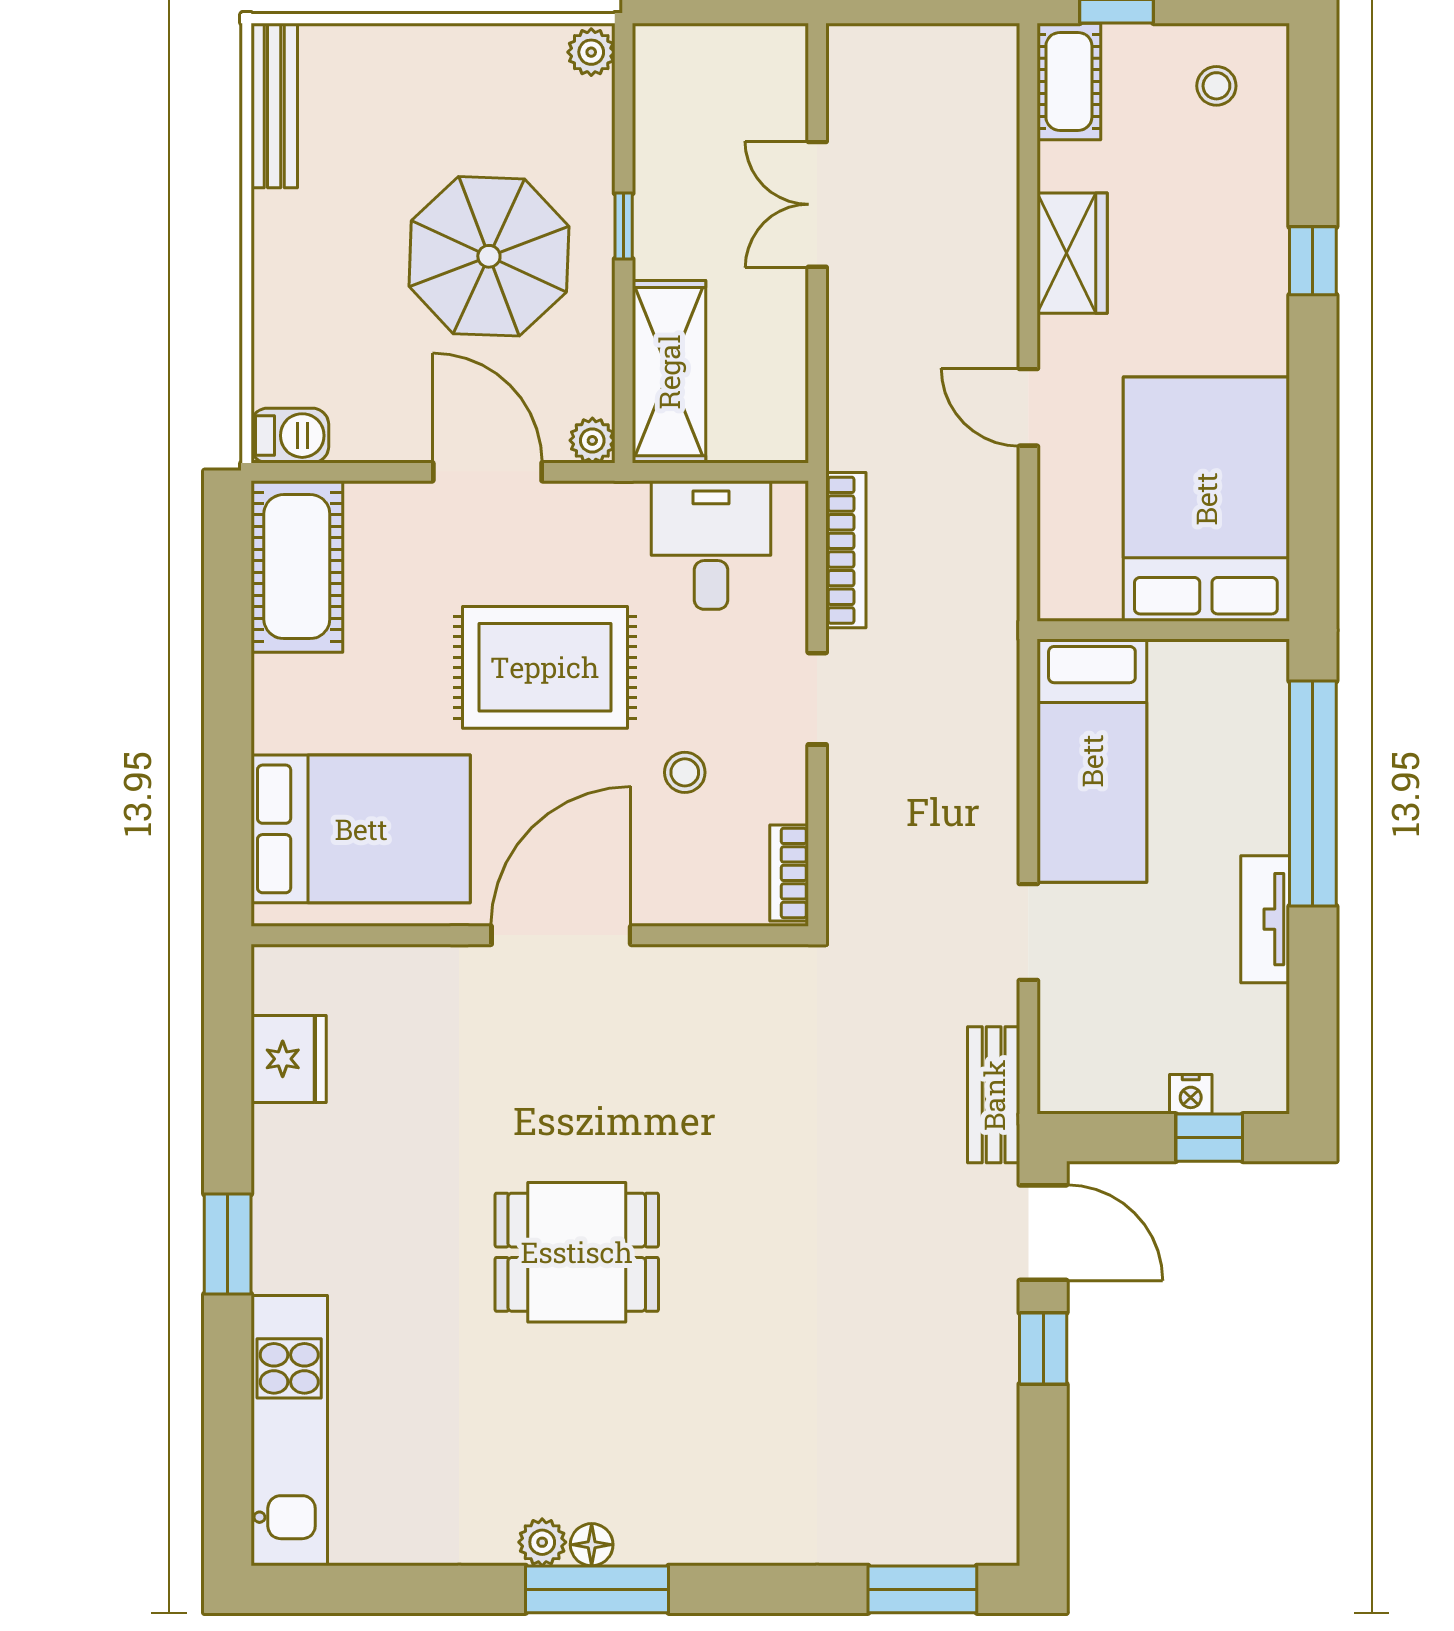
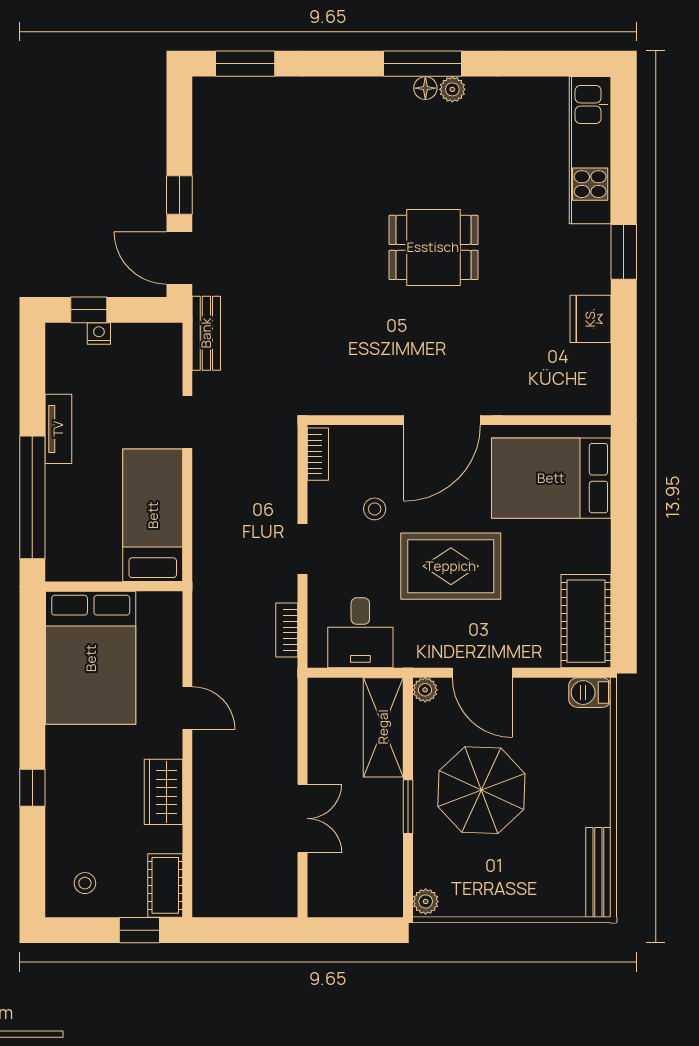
window: (624, 226) -> (408, 807), width x1.50
bookcase: (846, 550) -> (287, 630), width x0.64
fridge: (289, 1059) -> (590, 319), moved

